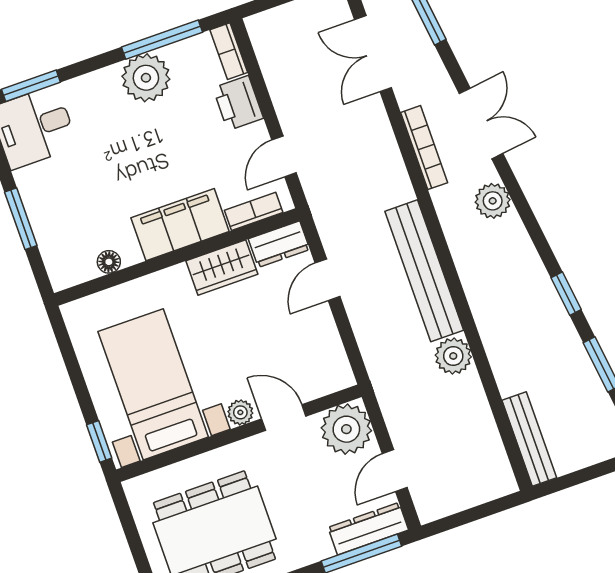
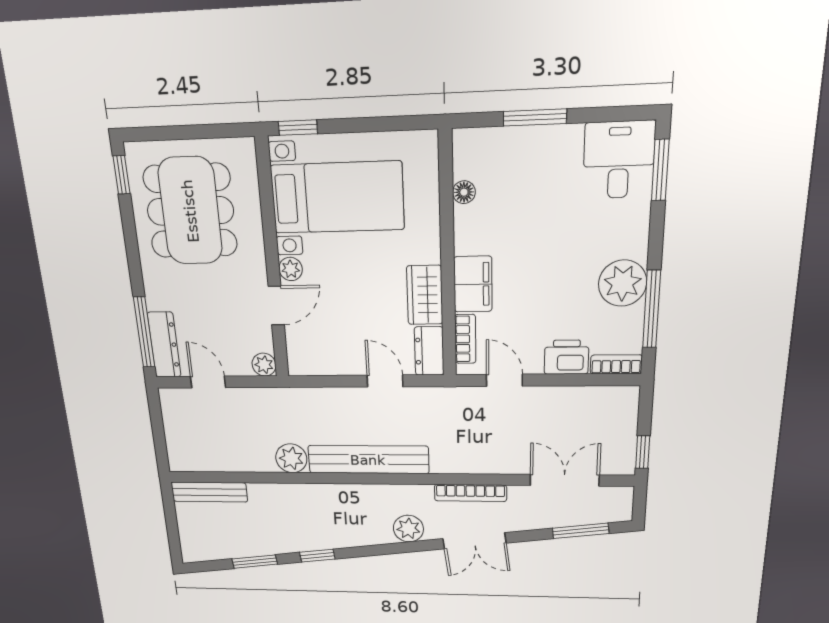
filing cabinet: (180, 225) -> (473, 284), width x0.67, depth x0.86
plant: (346, 429) -> (264, 365), width x0.53, depth x0.53

